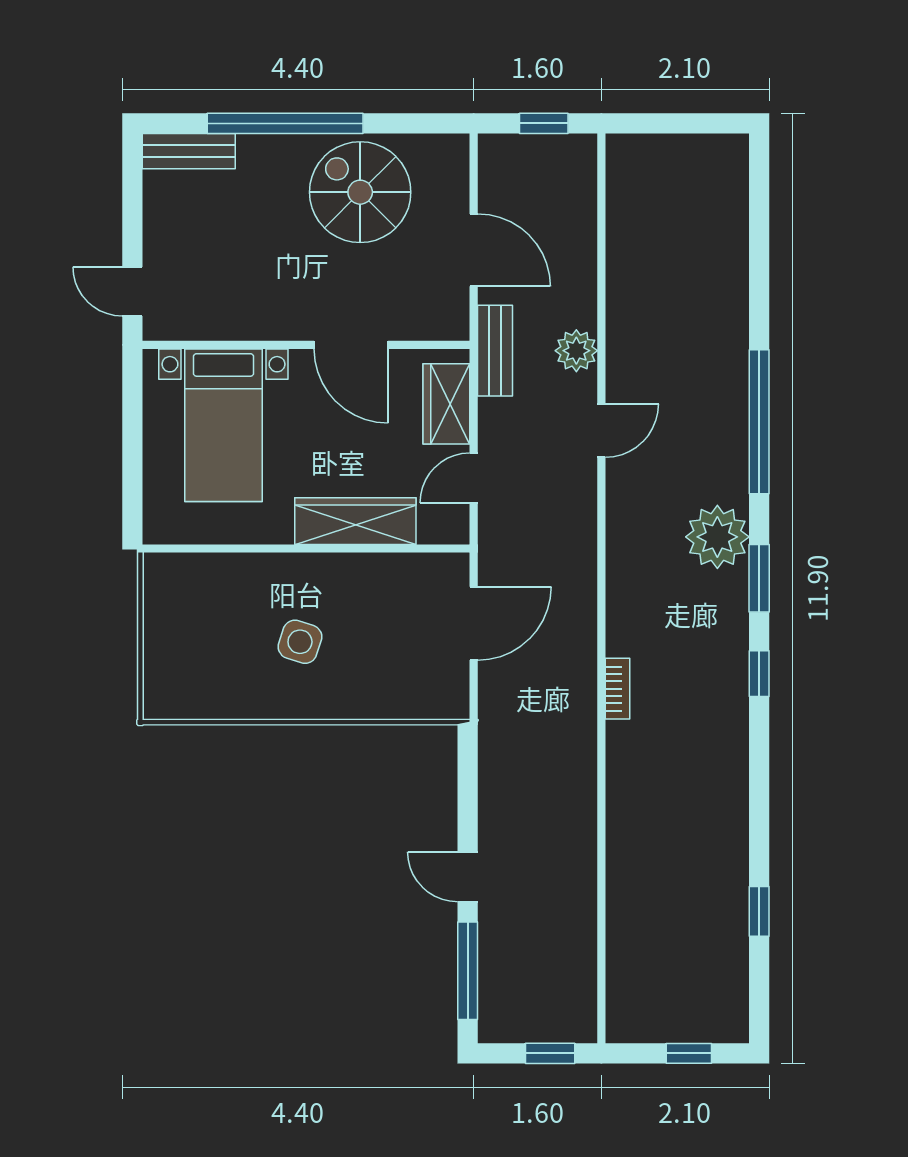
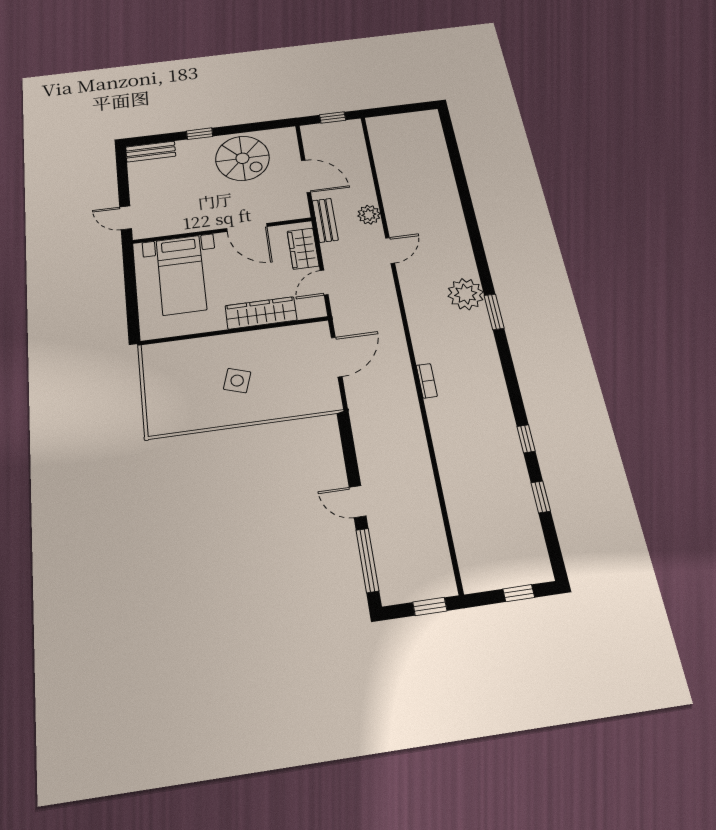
window: (285, 123) -> (200, 134), width x0.32
spiral stairs: (360, 192) -> (242, 158), turned 180
window: (759, 422) -> (475, 235), removed
window: (759, 674) -> (526, 439), moved

